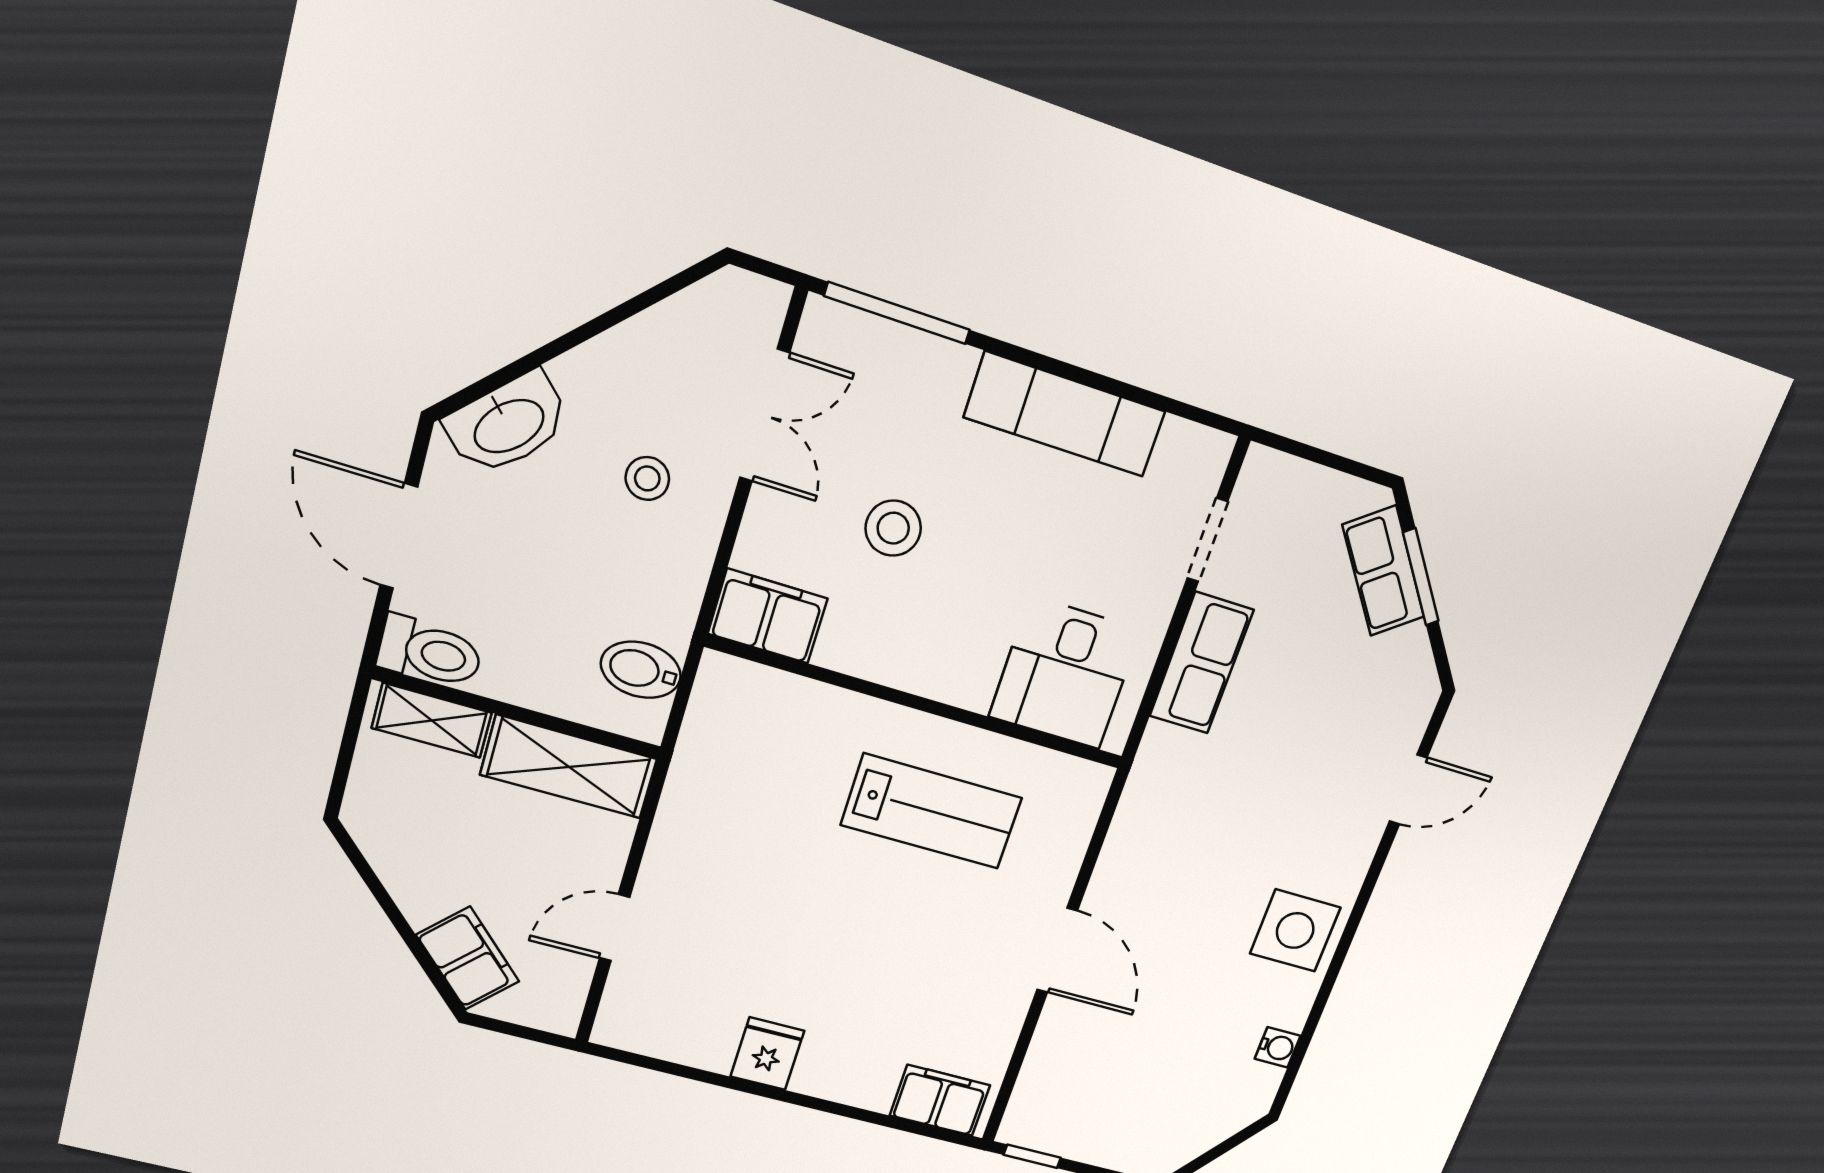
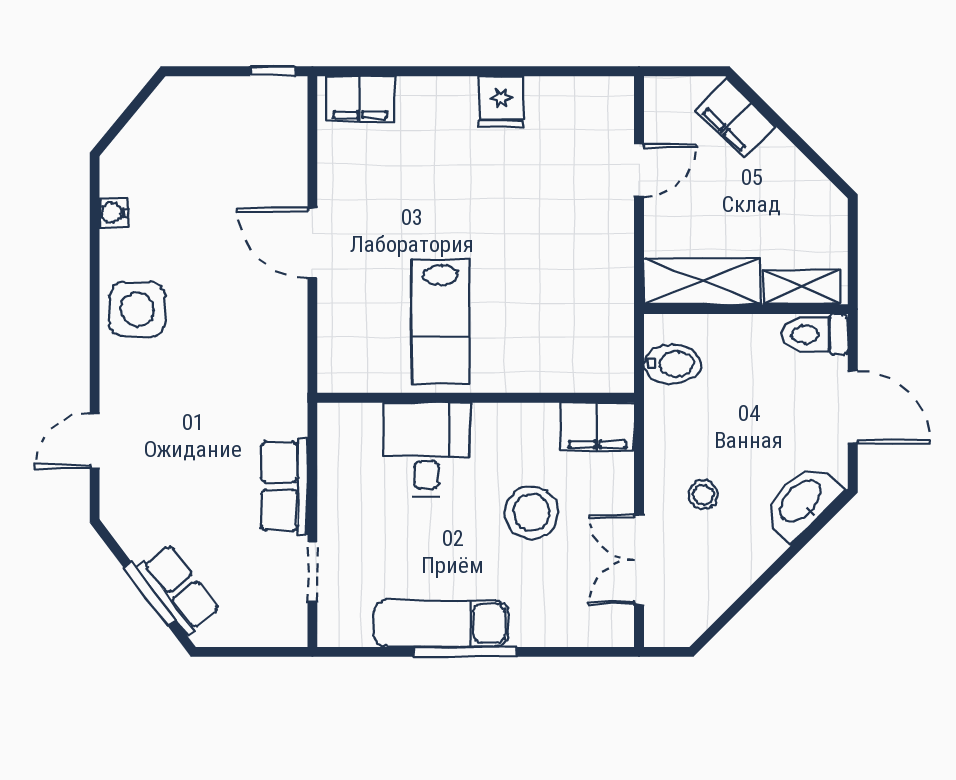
window: (897, 313) -> (465, 652), moved
stool: (893, 528) -> (531, 513), width x1.38, depth x1.38
desk: (1065, 673) -> (427, 450), moved
lab bench: (931, 811) -> (440, 322), turned -90

